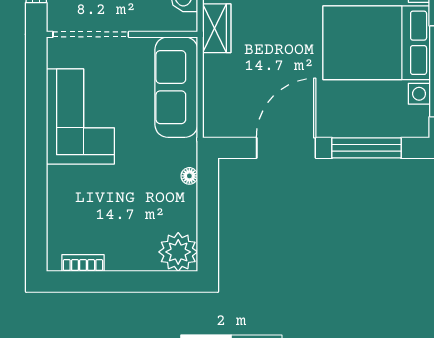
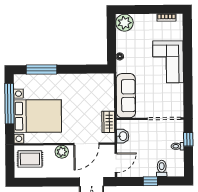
corner sofa: (80, 117) -> (168, 62), moved
door: (286, 148) -> (77, 69), removed

